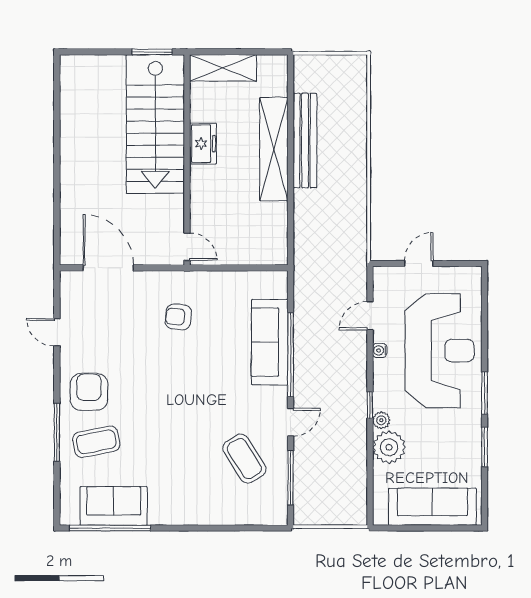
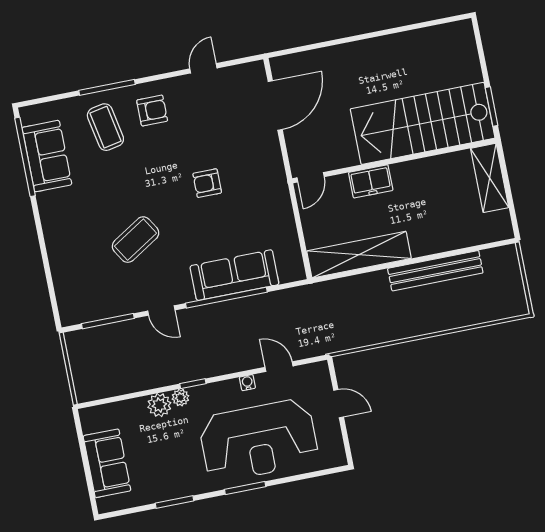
freezer: (203, 144) -> (371, 181), moved
shelving: (274, 149) -> (359, 255), moved
armchair: (178, 317) -> (207, 183), moved, turned -96
armchair: (89, 392) -> (152, 111), width x0.72, depth x0.72
window: (485, 393) -> (245, 488), moved
plant: (389, 447) -> (159, 405), width x0.73, depth x0.73
coffee table: (244, 459) -> (136, 240), moved
sofa: (432, 507) -> (107, 463), width x0.73

